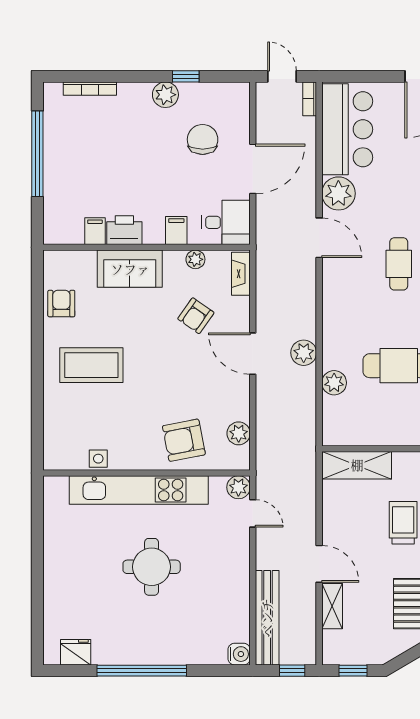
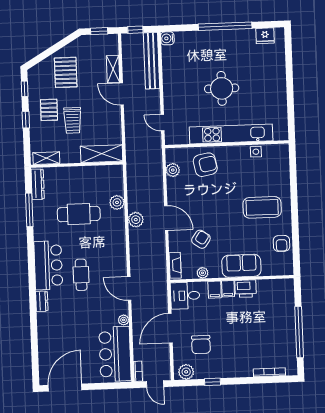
plant: (165, 95) -> (186, 372), moved
plant: (338, 193) -> (124, 320), width x0.53, depth x0.53
filing cabinet: (95, 231) -> (228, 289), moved
plant: (238, 487) -> (172, 138), removed

